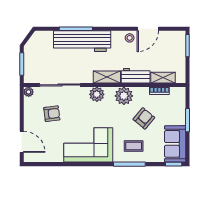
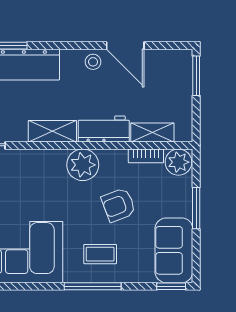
door: (148, 29) -> (125, 46), hinge flipped
plant: (97, 94) -> (178, 162), moved
armchair: (144, 118) -> (118, 205), turned -151

